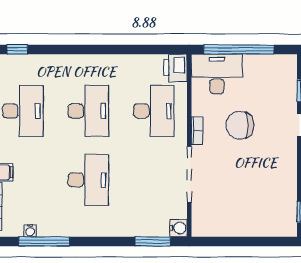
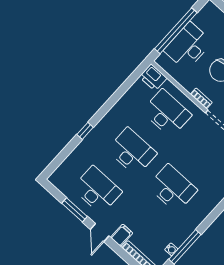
window: (17, 49) -> (85, 131), moved
desk: (217, 74) -> (188, 46), moved

